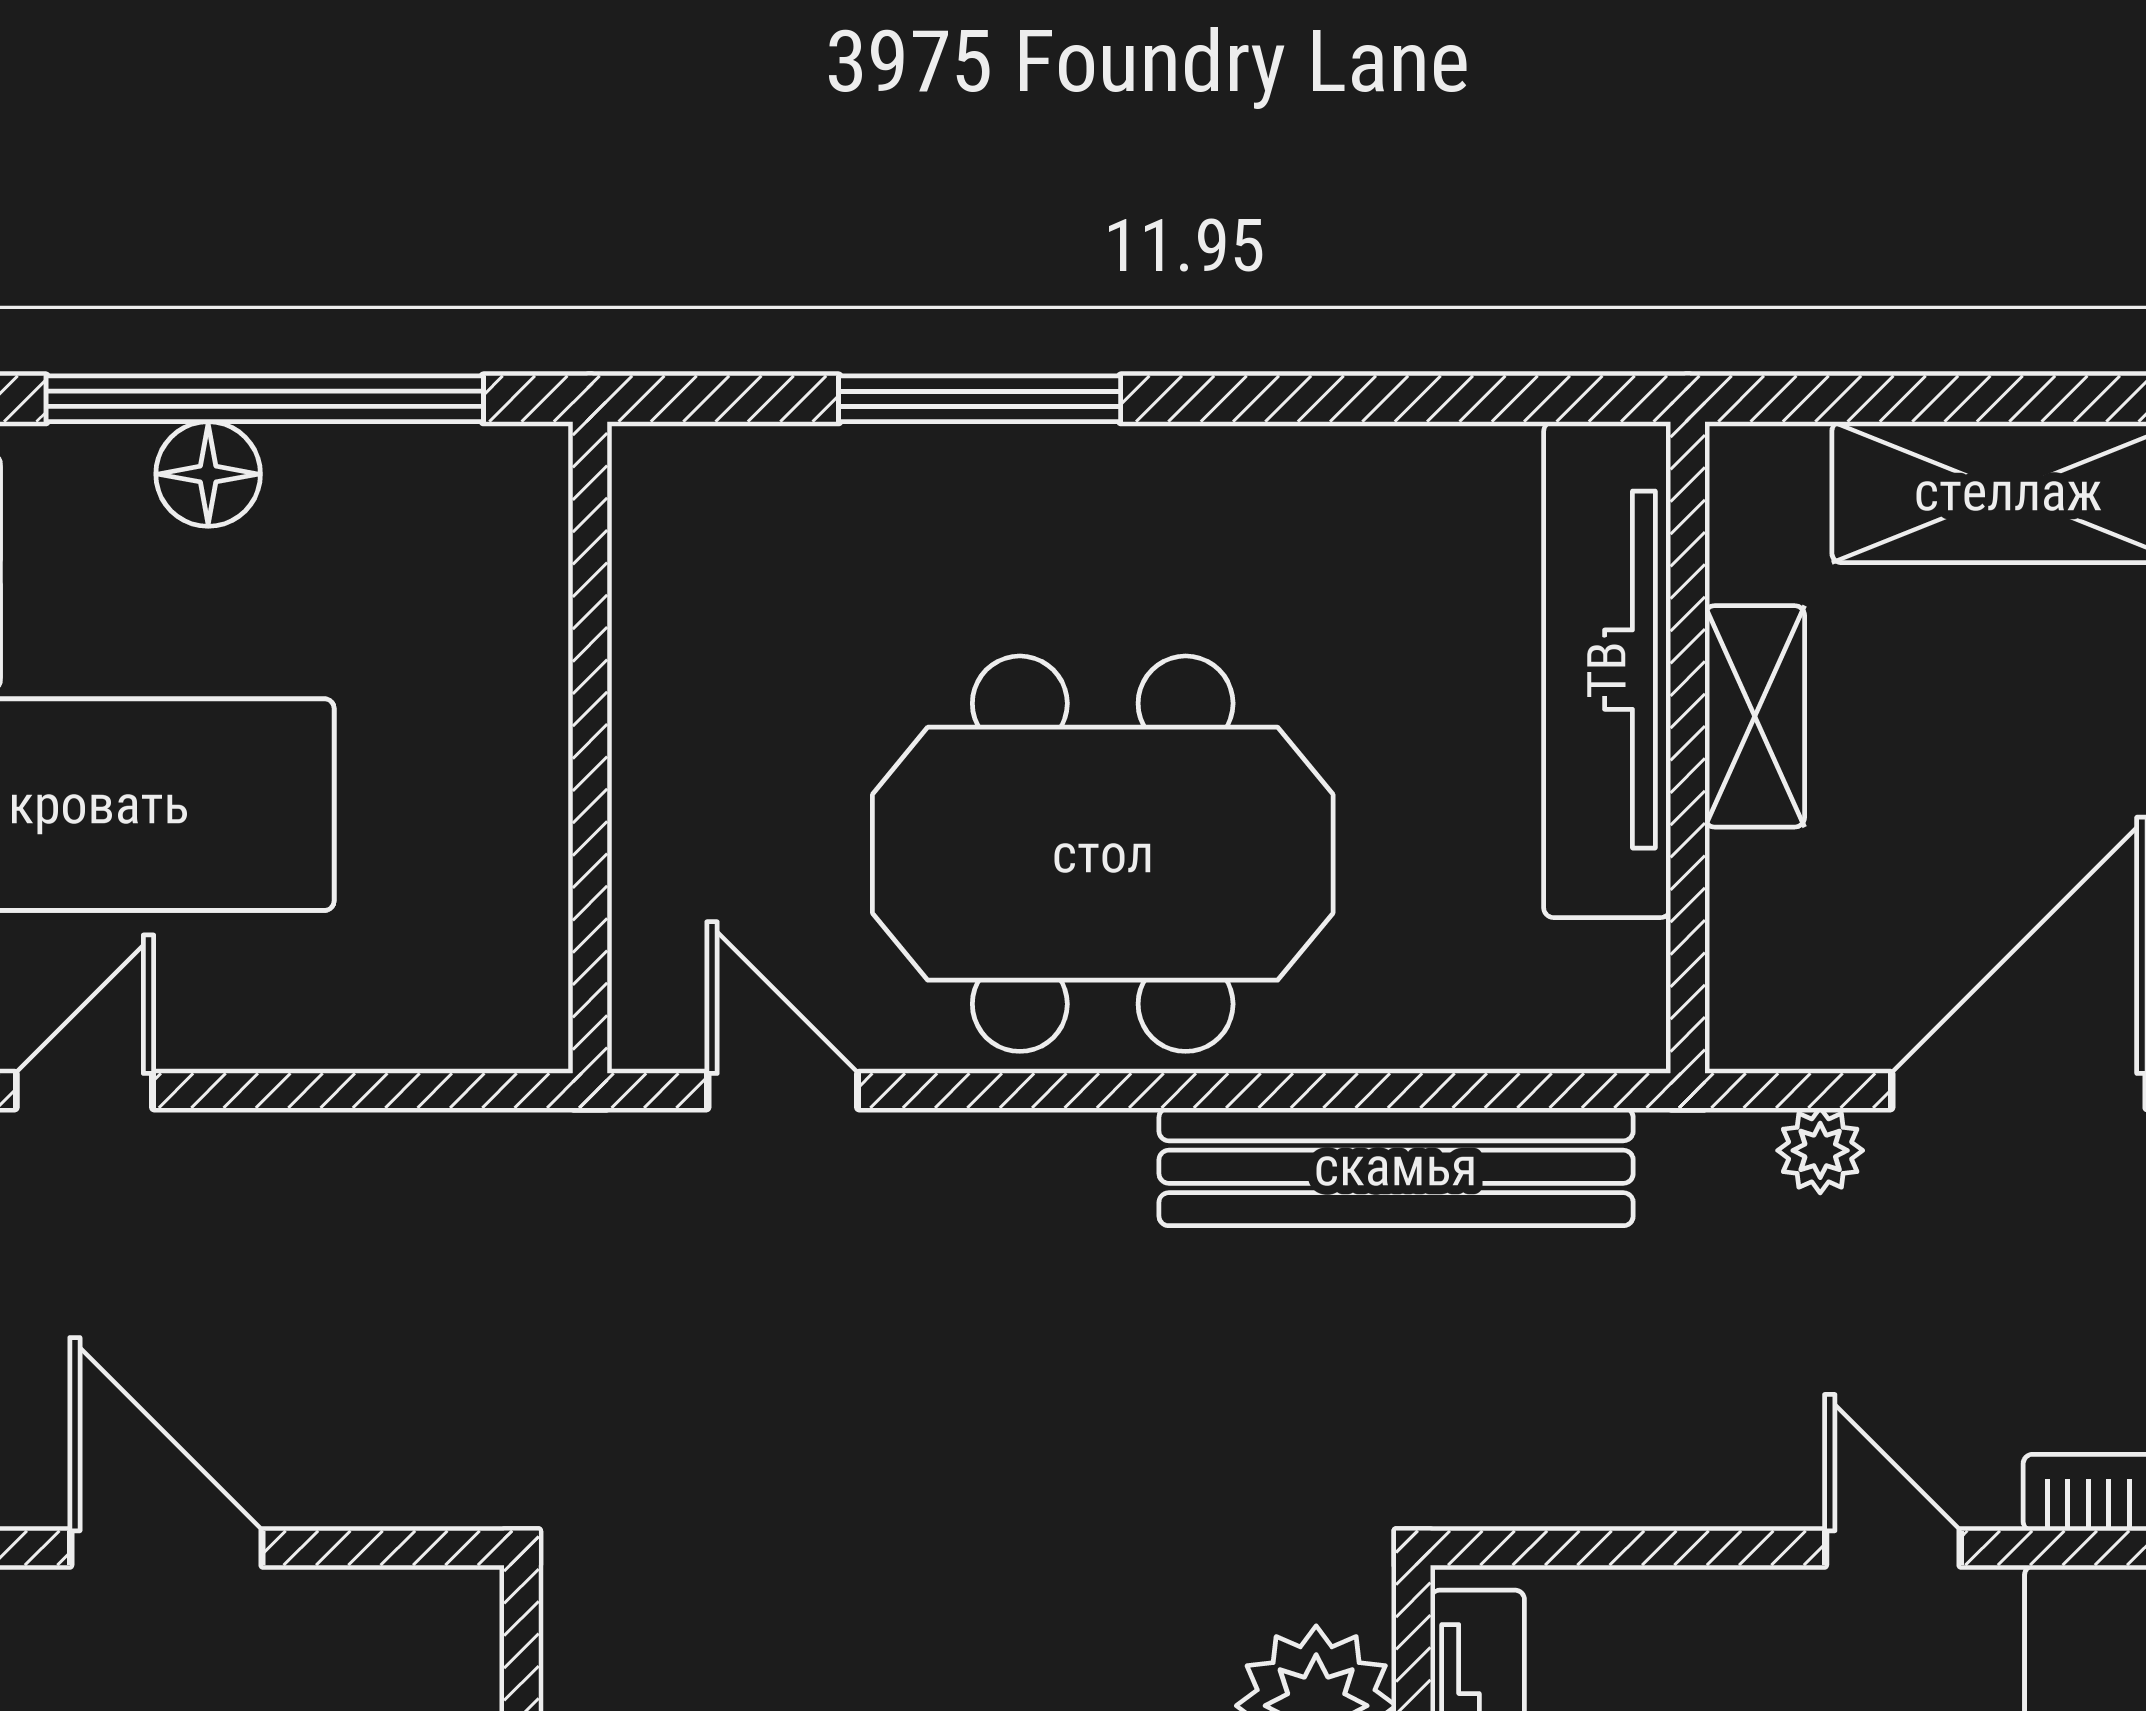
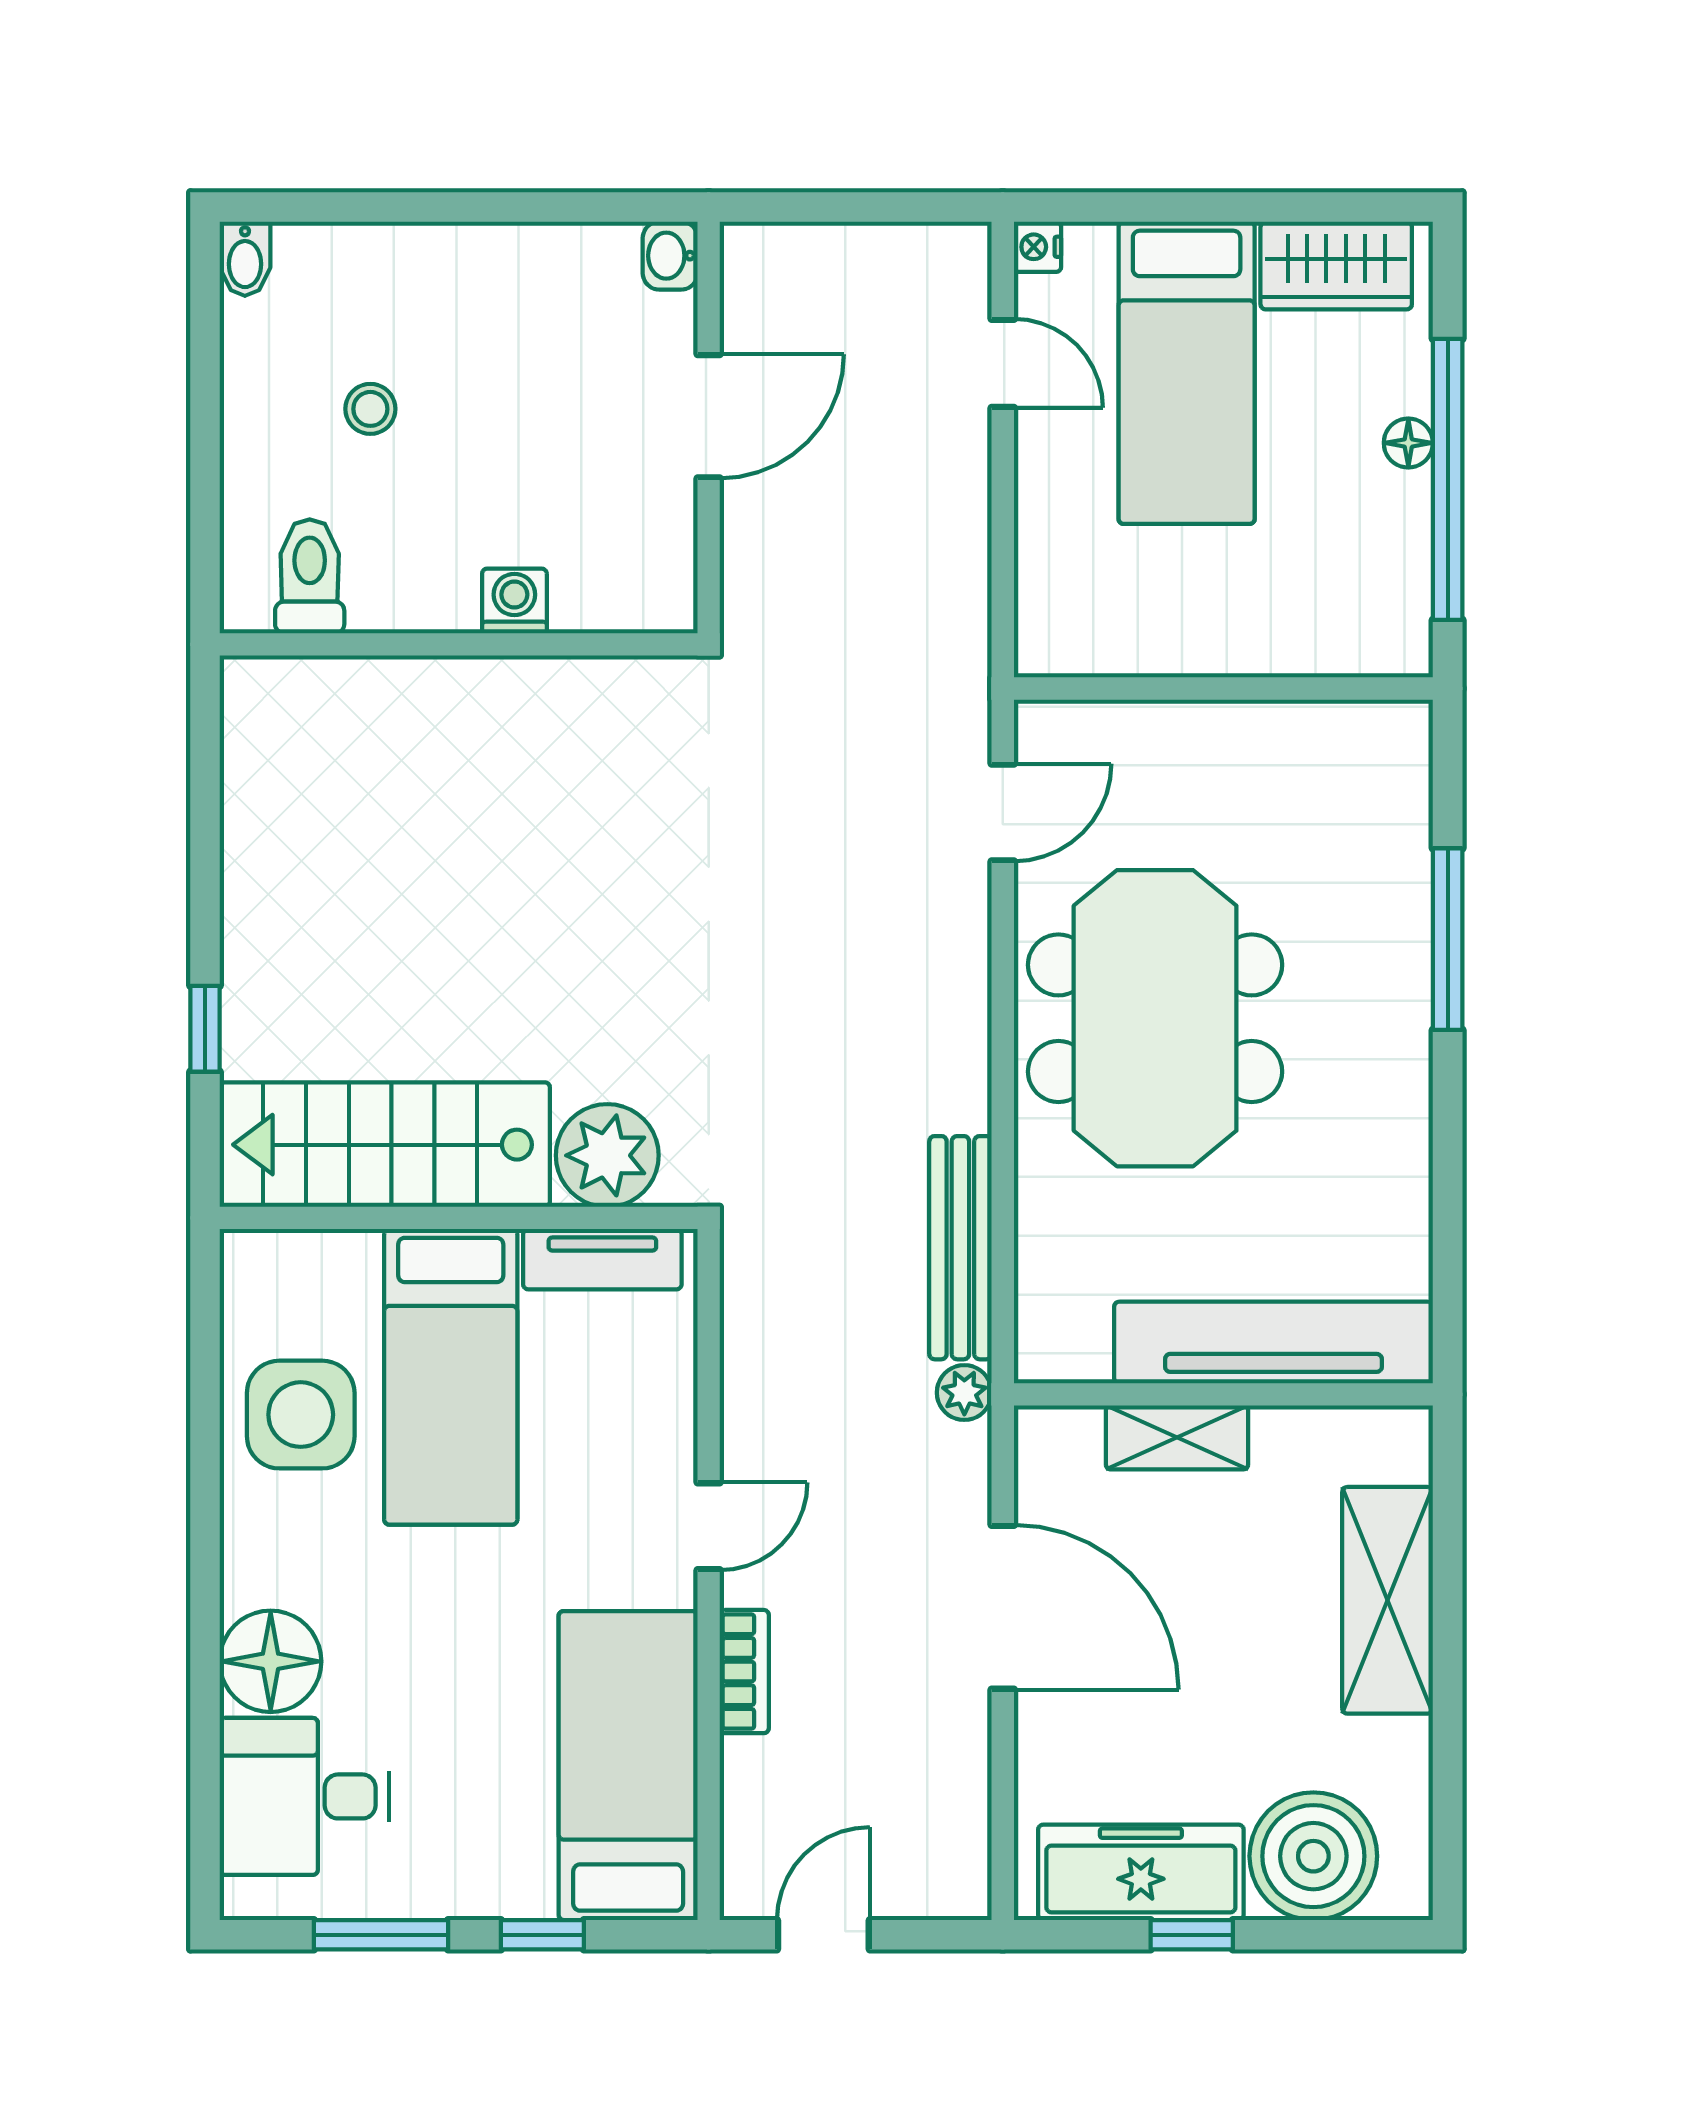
floor lamp: (208, 474) -> (1408, 443), width x0.73, depth x0.73
shelving: (1755, 716) -> (1177, 1437), moved
plant: (1820, 1150) -> (964, 1393), moved
bench: (1396, 1167) -> (960, 1248), width x0.73, depth x0.82

